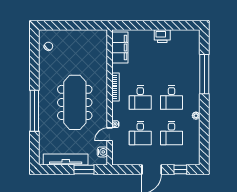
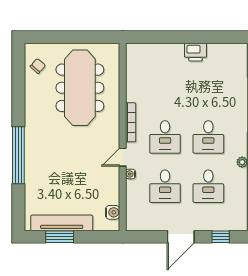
filing cabinet: (120, 47) -> (137, 68), removed
meeting table: (75, 102) -> (80, 88), moved
door: (110, 134) -> (123, 157), moved
window: (84, 170) -> (60, 237), moved

